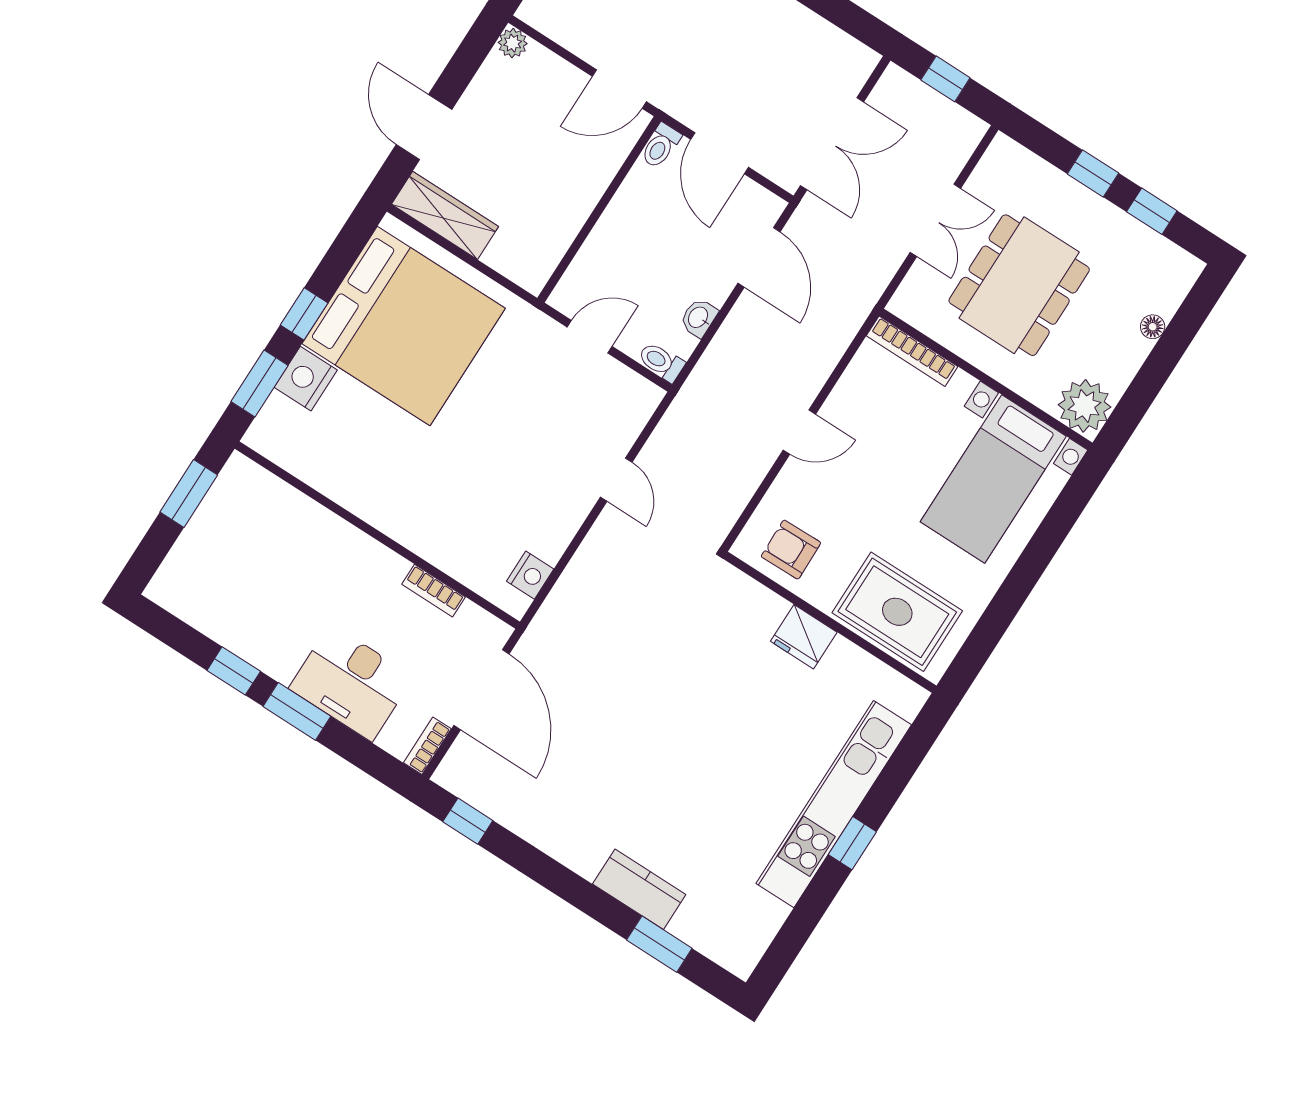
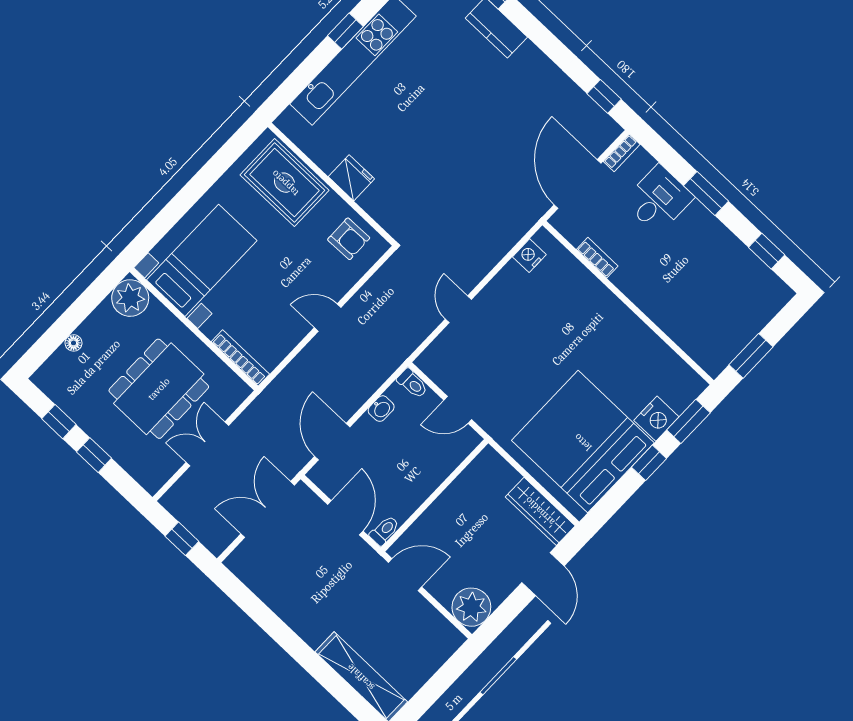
plant: (513, 43) -> (471, 607), width x1.88, depth x1.88
window: (234, 671) -> (767, 251), moved
desk: (351, 683) -> (658, 199), width x0.73

